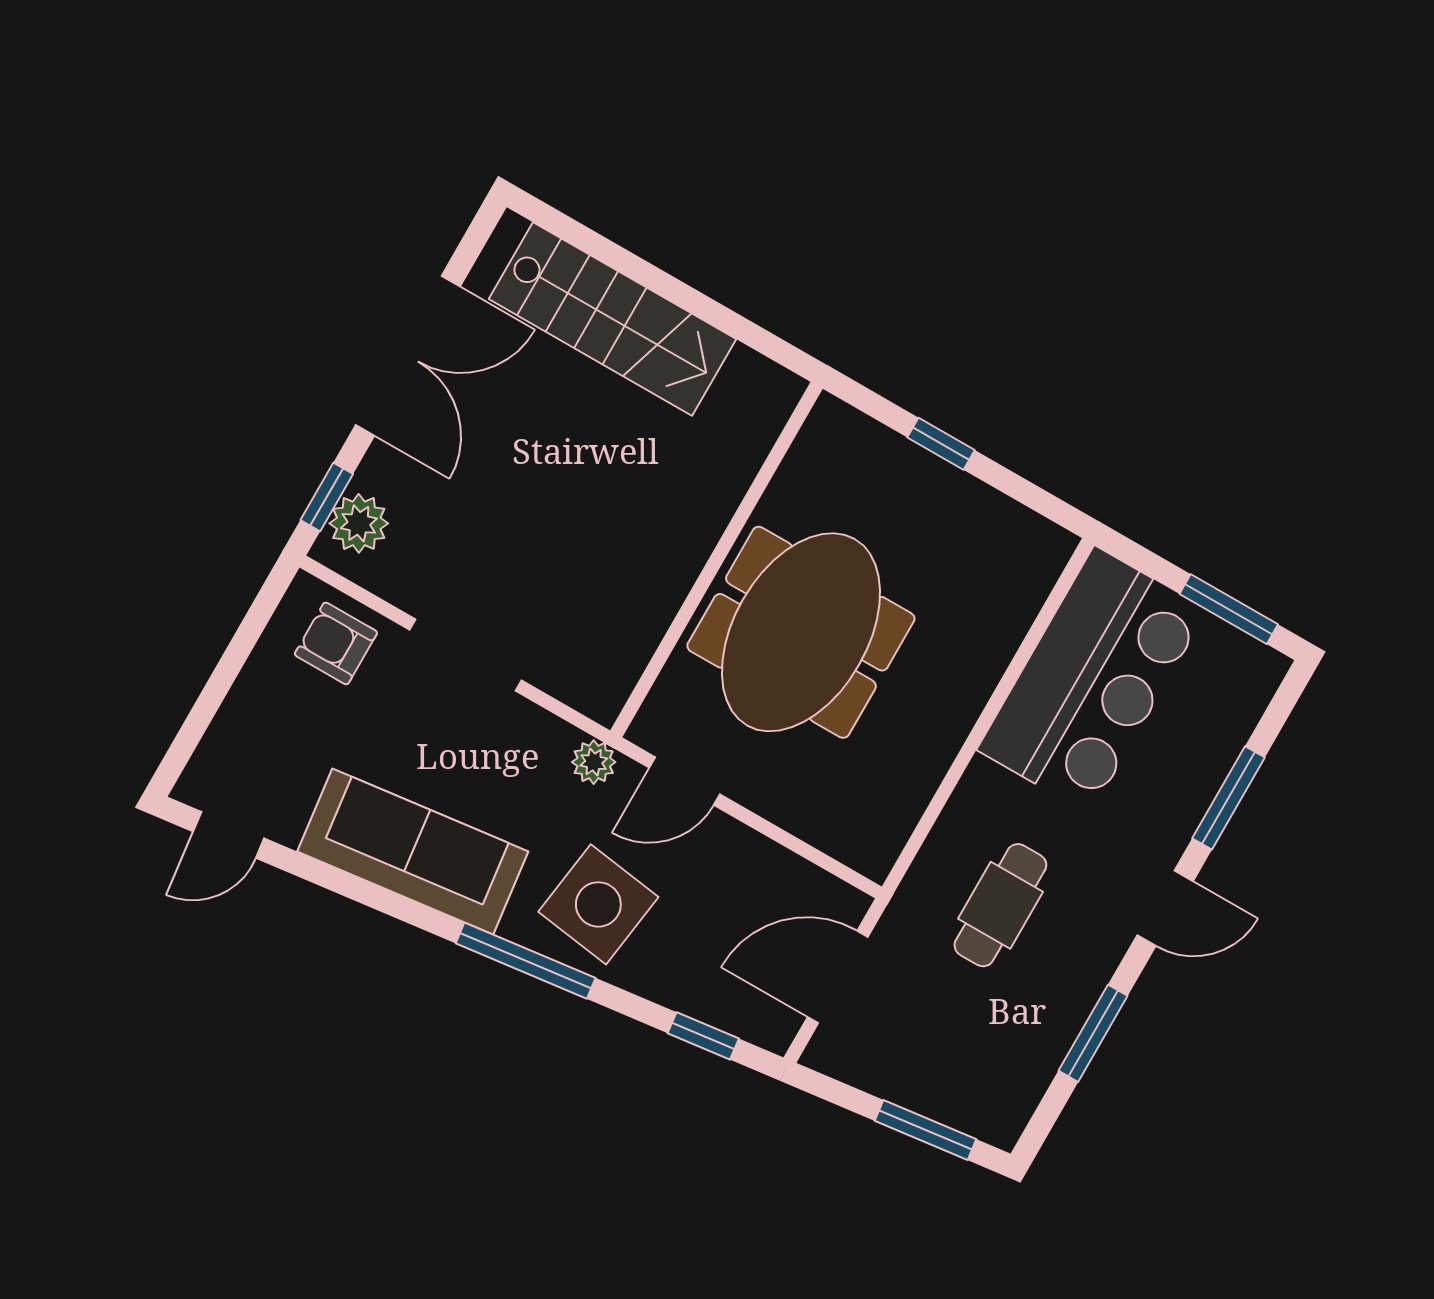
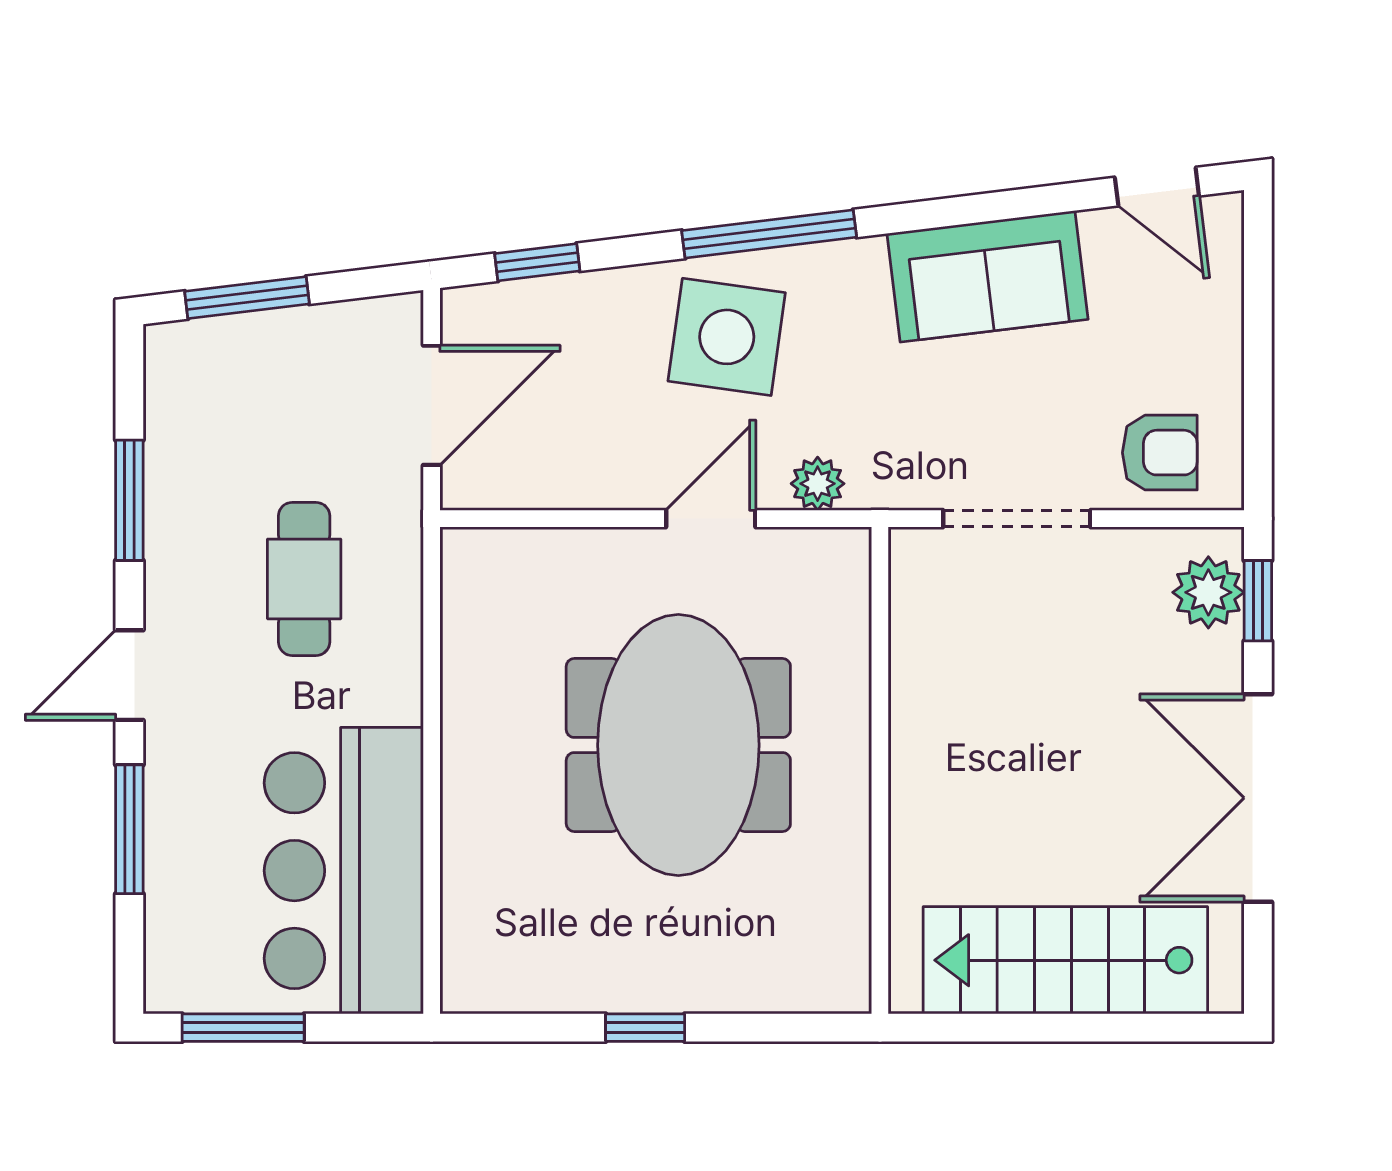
wall: (716, 560) -> (880, 770), moved
door: (229, 835) -> (1157, 187), swing flipped
sofa: (413, 851) -> (988, 276), width x0.73

